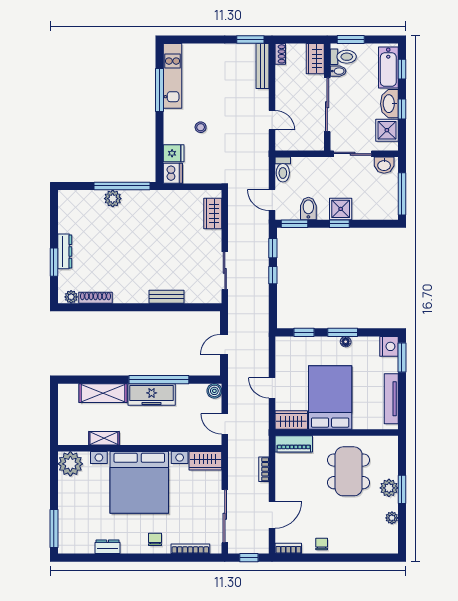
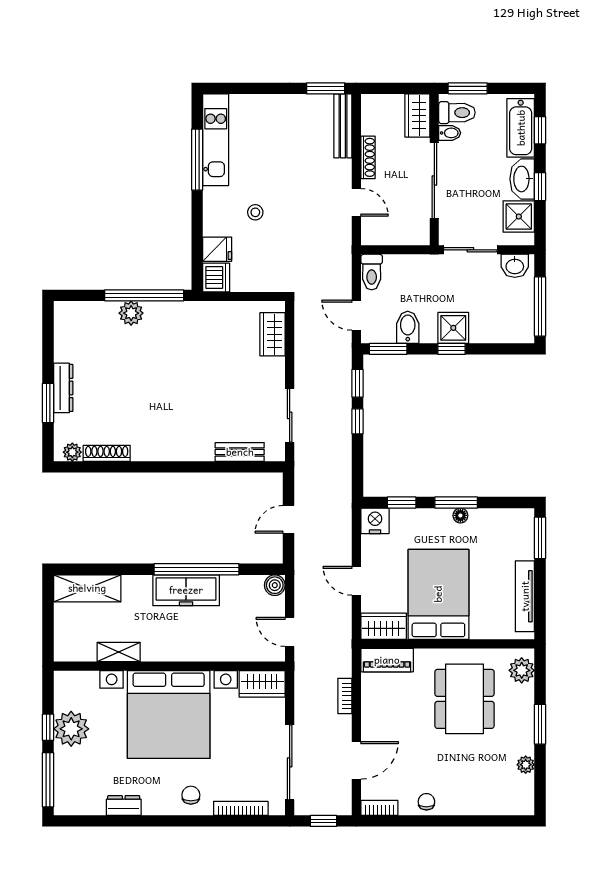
shoe rack: (280, 54) -> (368, 157), moved, width x1.43
bench: (166, 297) -> (240, 452), moved
nightstand: (389, 346) -> (375, 521), moved, turned -90
shelving: (103, 393) -> (87, 588), moved
plant: (70, 464) -> (71, 729), moved
plant: (389, 488) -> (522, 670), moved
window: (54, 491) -> (48, 727), added

